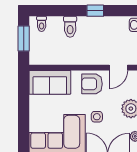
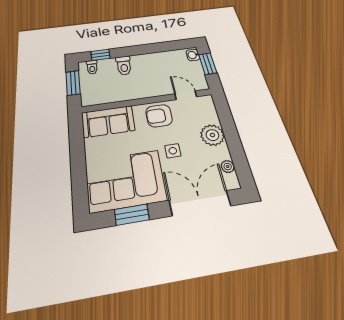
window: (95, 11) -> (100, 55), moved
door: (118, 68) -> (186, 95), swing flipped

